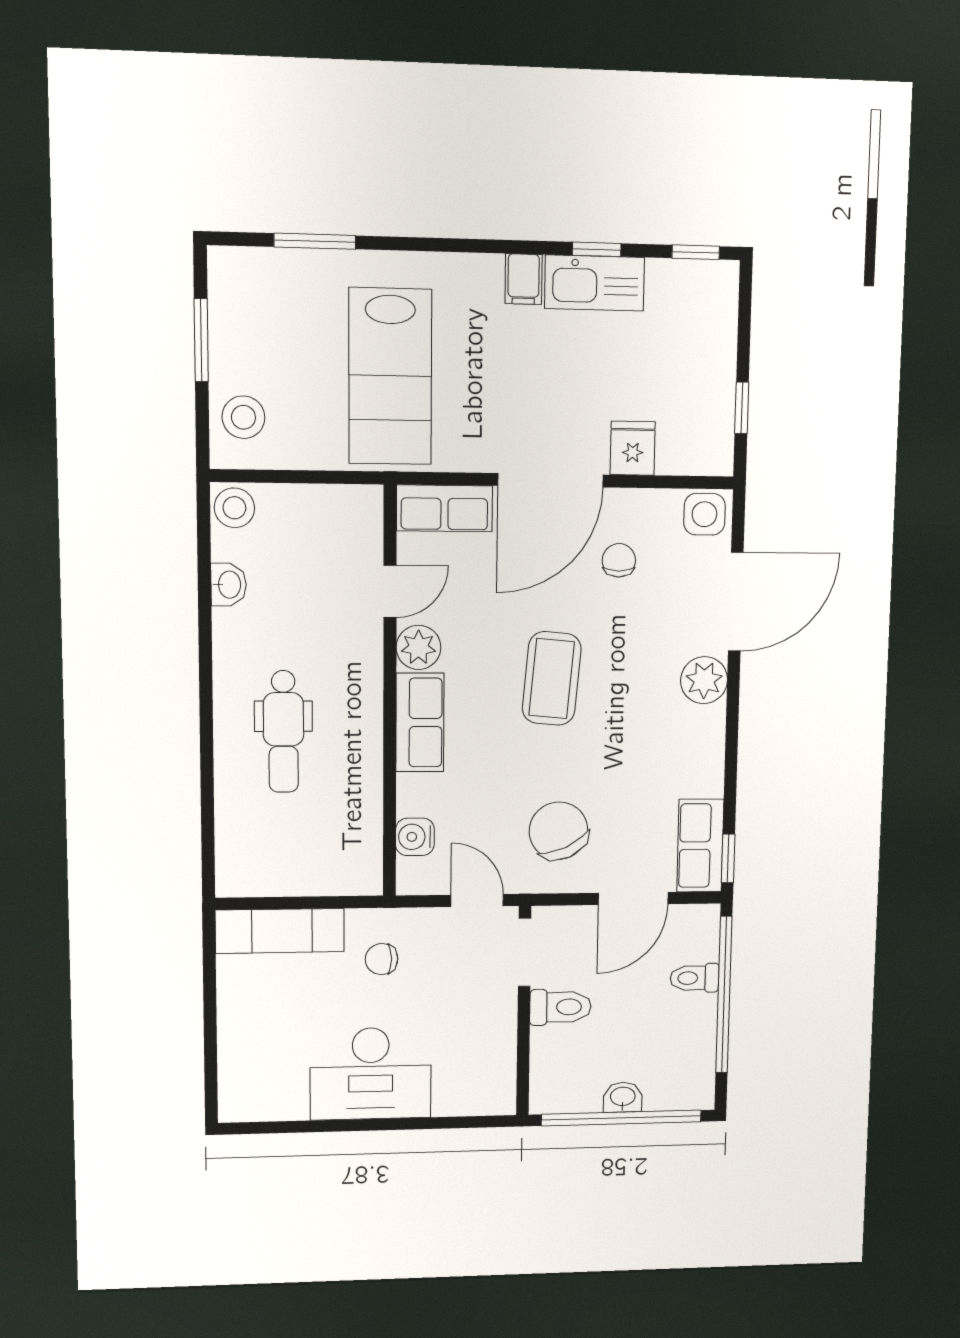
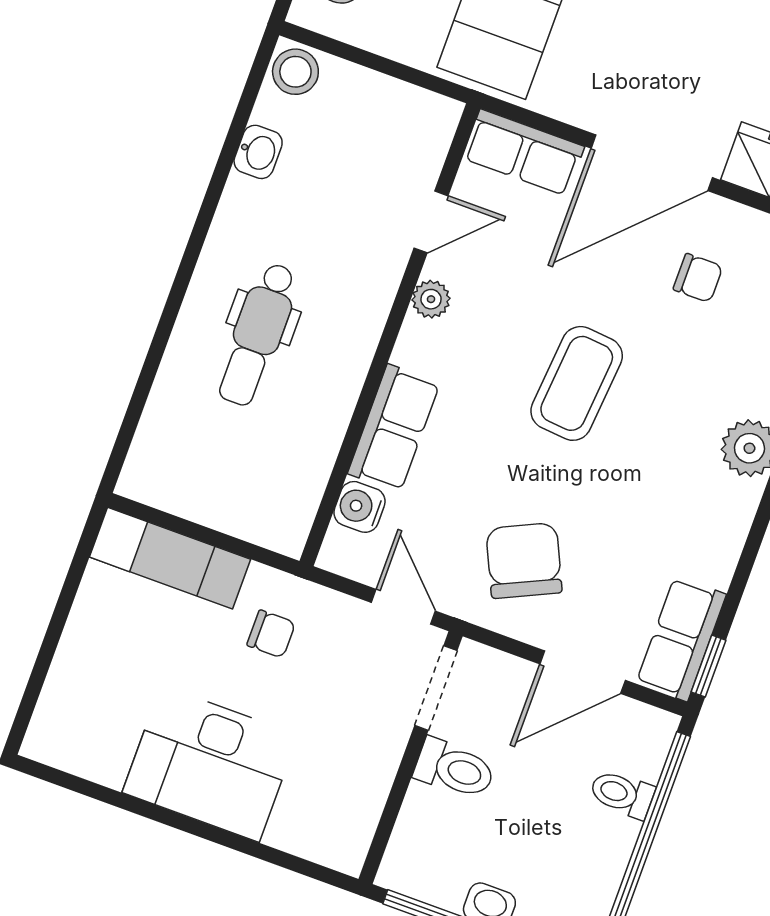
chair: (619, 560) -> (698, 278), turned 90
plant: (418, 647) -> (431, 299), width x0.73, depth x0.73
row of seats: (420, 722) -> (394, 428), moved
chair: (382, 959) -> (271, 634), turned 180

